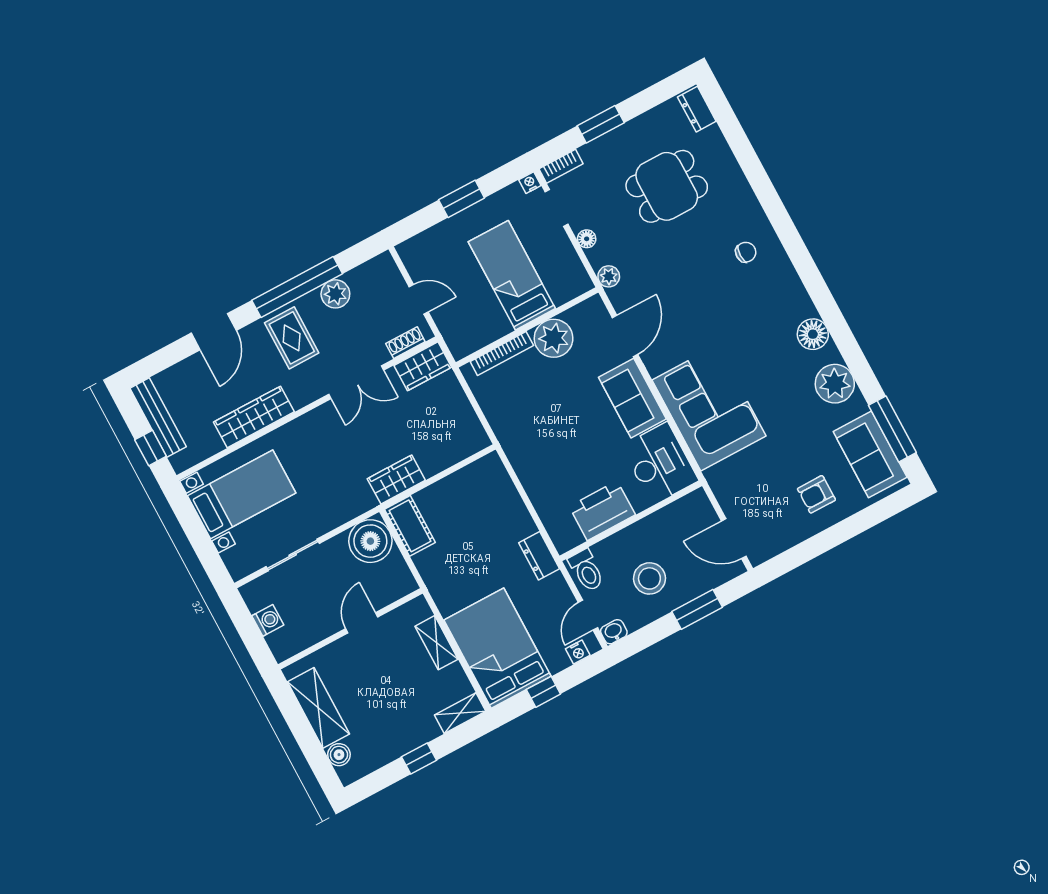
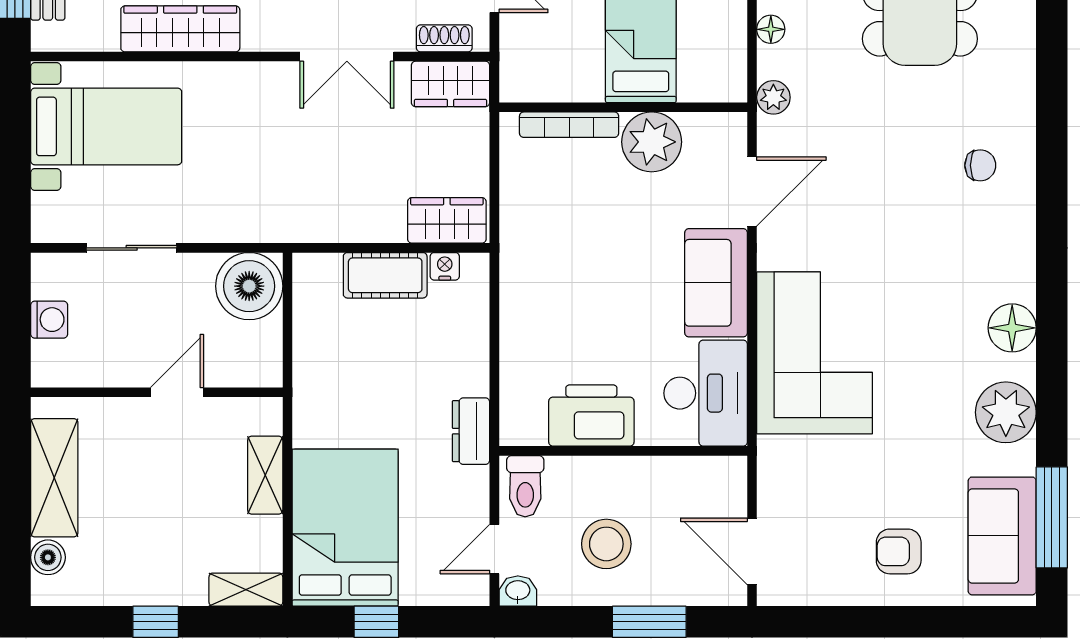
wardrobe: (396, 480) -> (447, 220), moved
cot: (410, 526) -> (385, 275), moved, turned 90
nightstand: (578, 652) -> (445, 266), moved, turned 180

